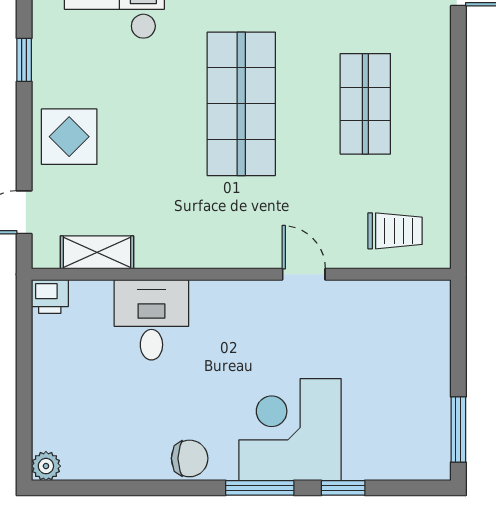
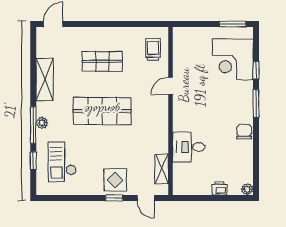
window: (24, 60) -> (114, 198), moved
printer: (50, 297) -> (219, 188), moved, turned -90
corner desk: (290, 430) -> (233, 59), moved

